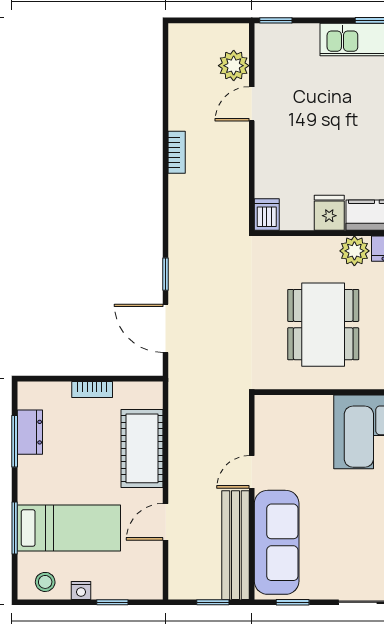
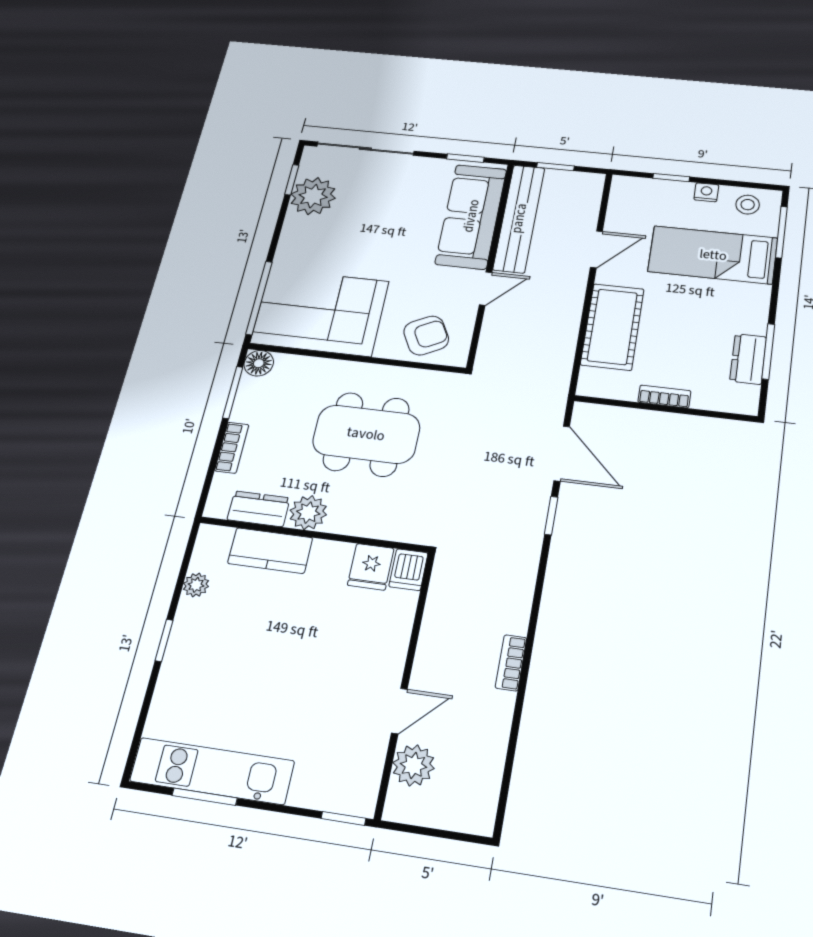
fridge: (329, 213) -> (371, 567), moved
dining table: (323, 325) -> (366, 434), turned 90
armchair: (293, 421) -> (426, 336), added
window: (15, 528) -> (781, 232), moved

